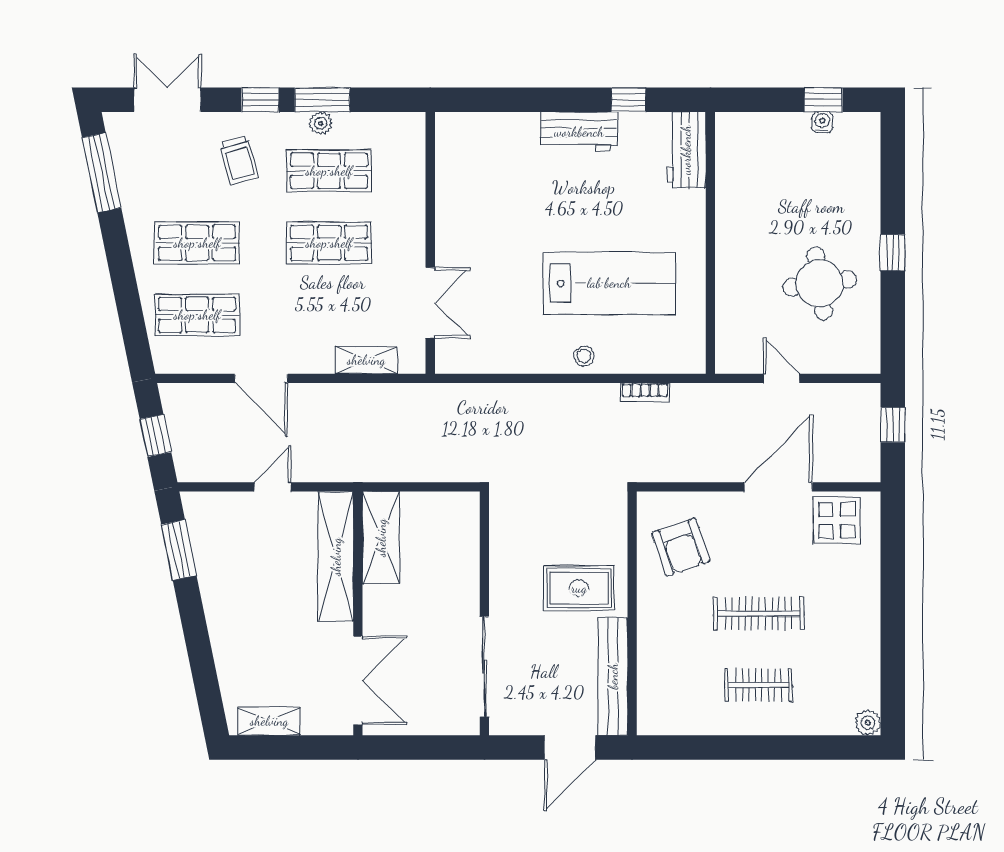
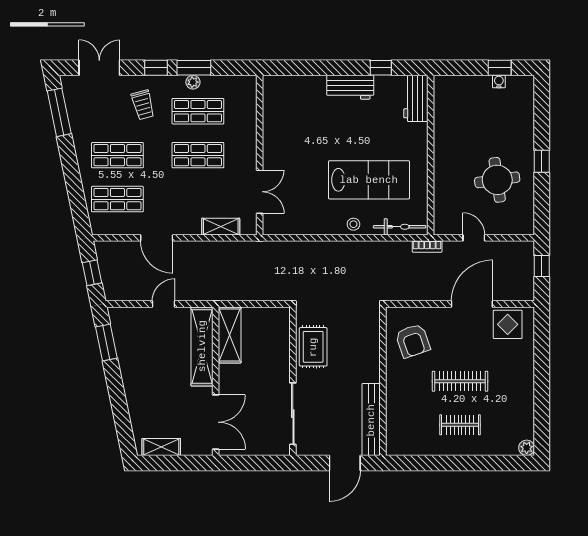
bicycle: (660, 360) -> (400, 227), added
bookcase: (645, 393) -> (427, 246), moved
rug: (579, 588) -> (313, 347), moved, turned 90

